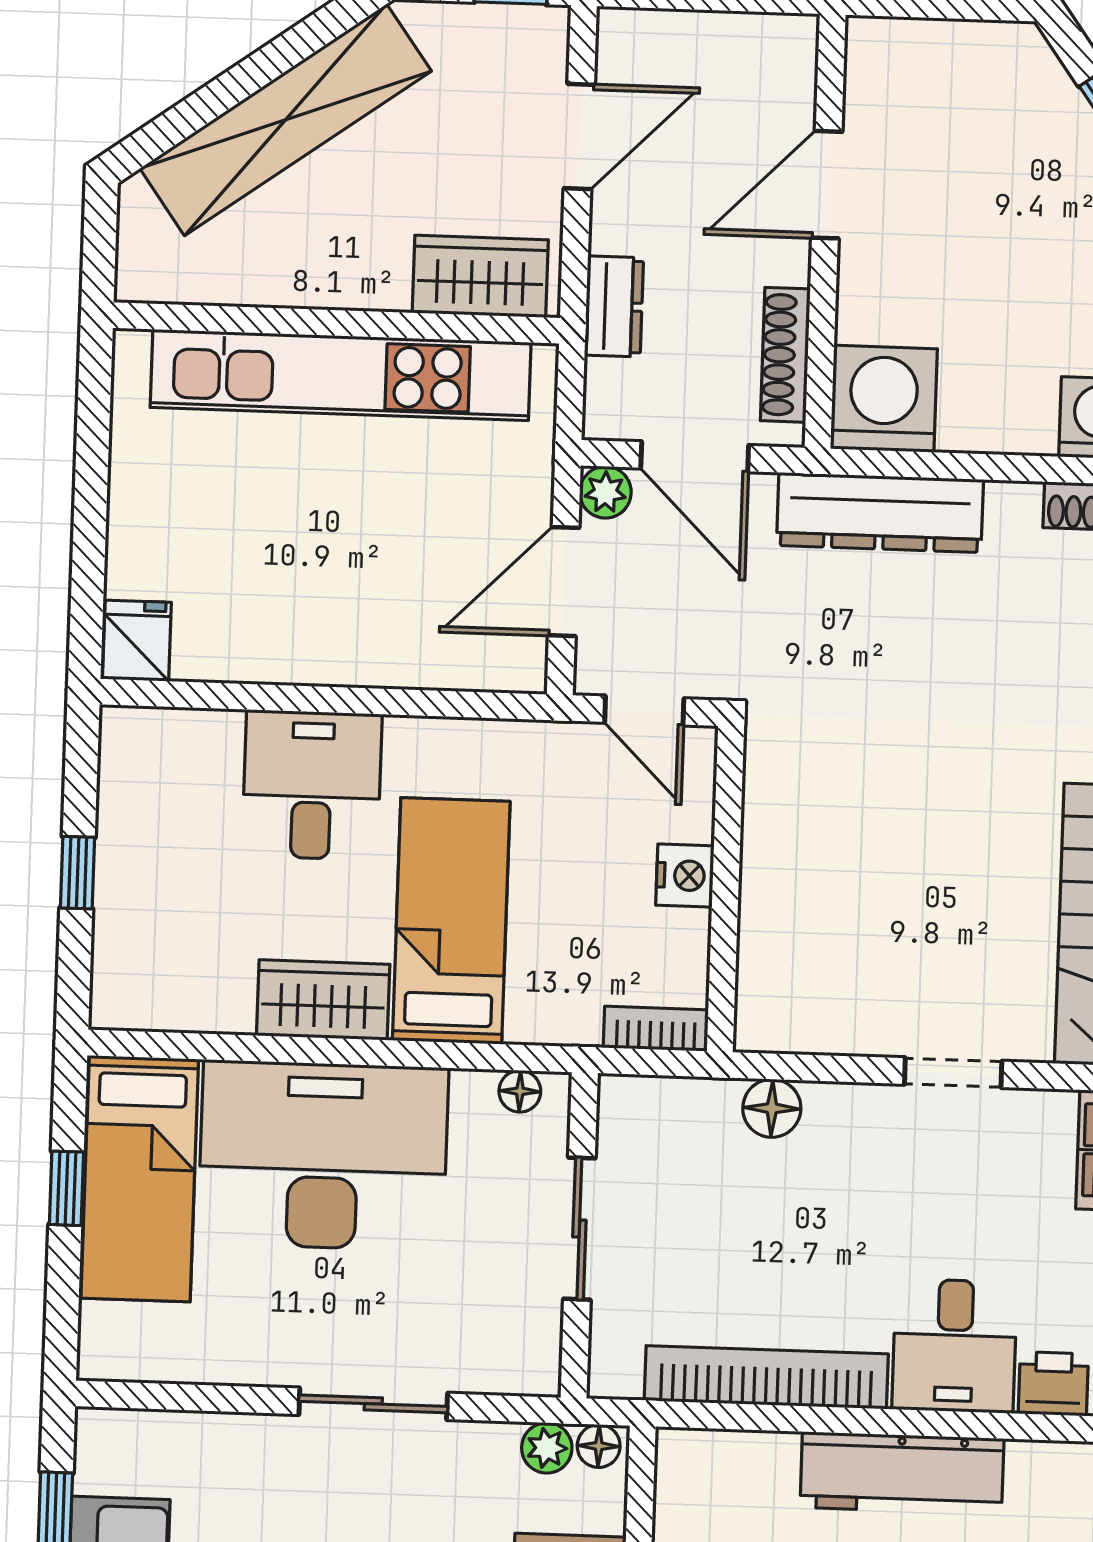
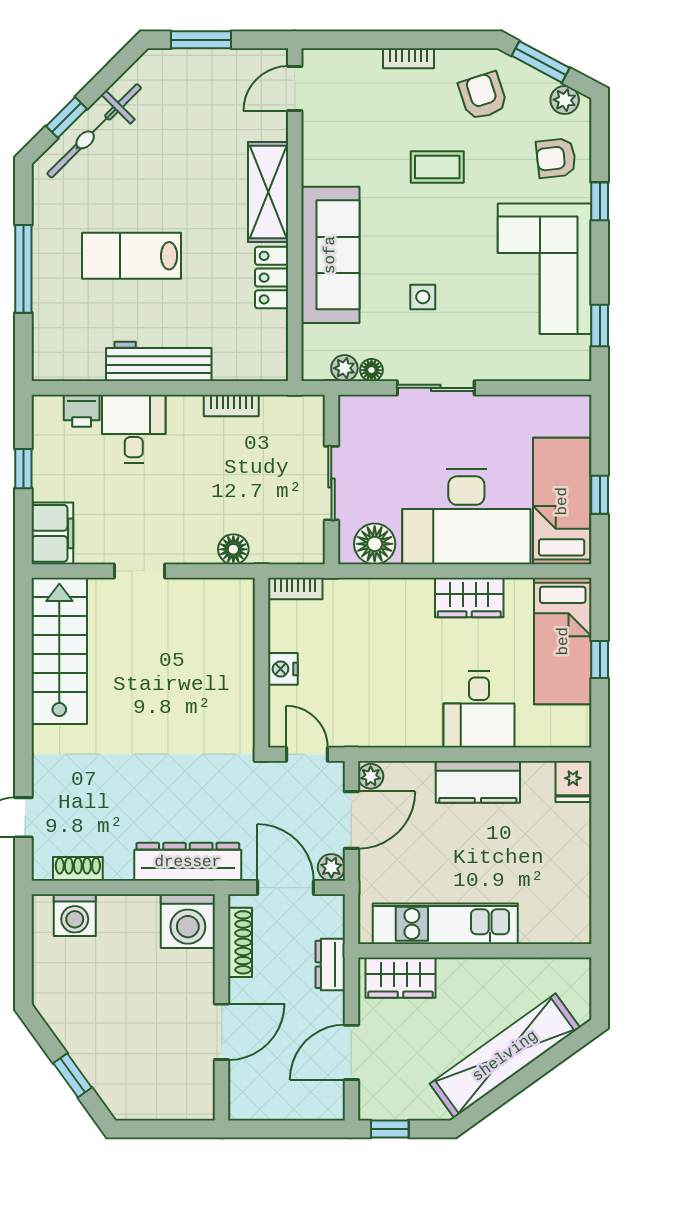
kitchen unit: (341, 375) -> (445, 924), width x0.73
kitchen counter: (319, 646) -> (478, 782), added
plant: (524, 664) -> (371, 776), added
bed: (451, 921) -> (563, 641), moved
floor lamp: (520, 1091) -> (375, 544), width x1.89, depth x1.89
bookcase: (766, 1377) -> (231, 405), width x0.43, depth x0.76
floor lamp: (599, 1446) -> (371, 370), moved

